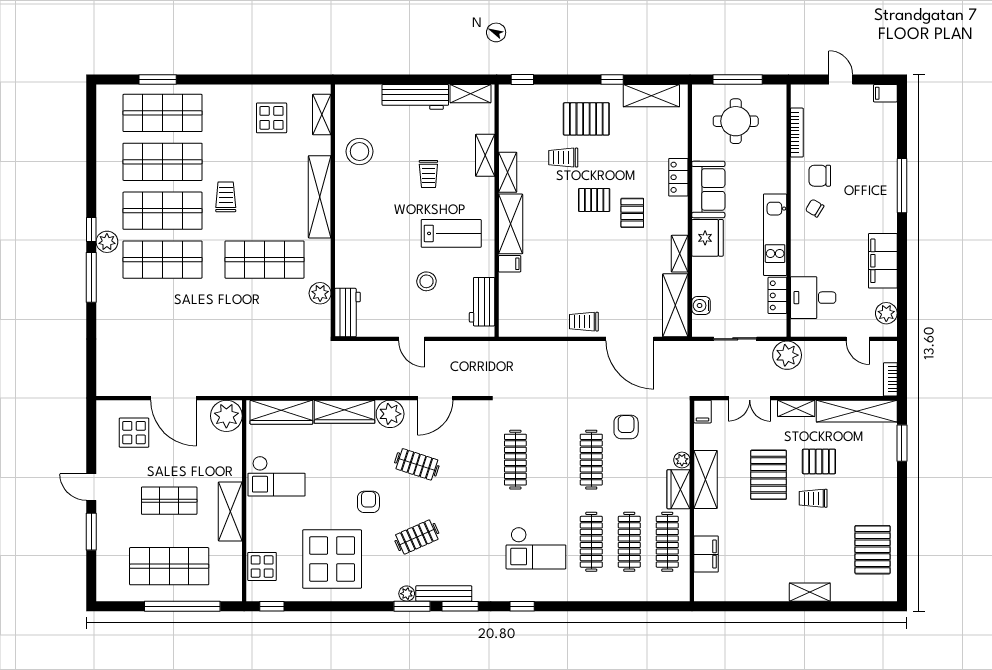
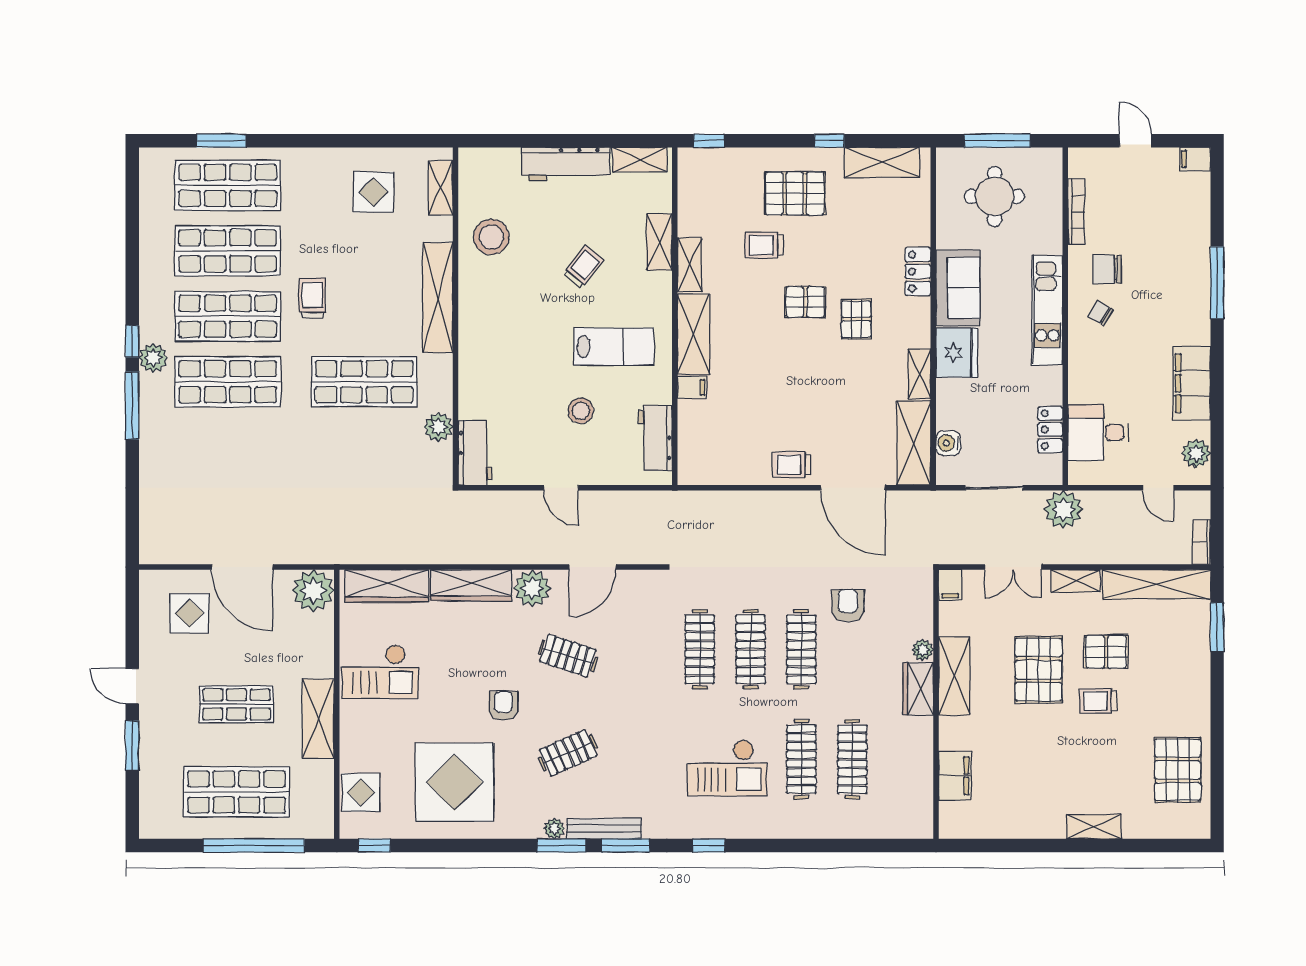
trolley: (428, 174) -> (583, 267), turned -141
kitchen unit: (775, 235) -> (1047, 310), moved
clothes rail: (667, 542) -> (751, 649), moved

